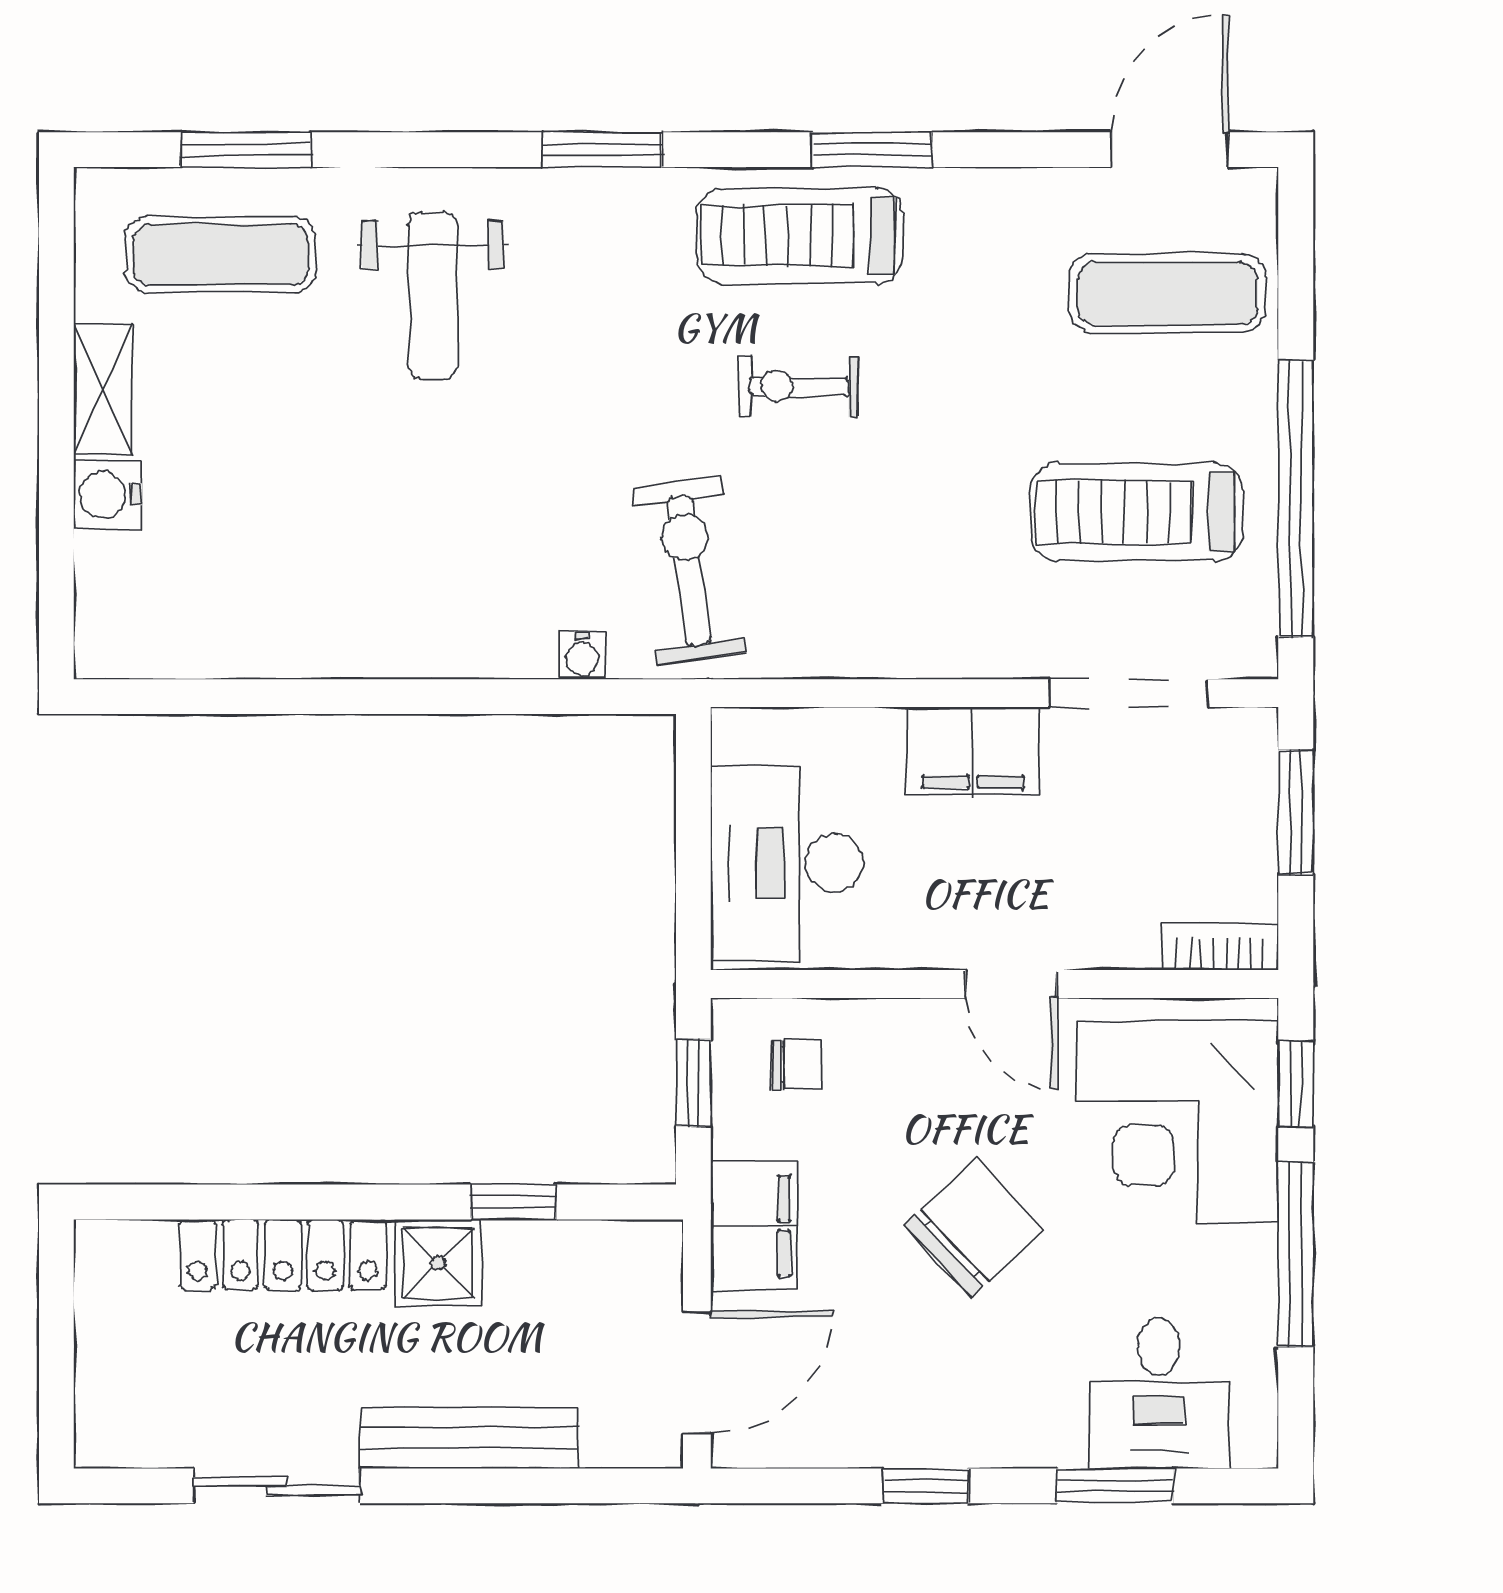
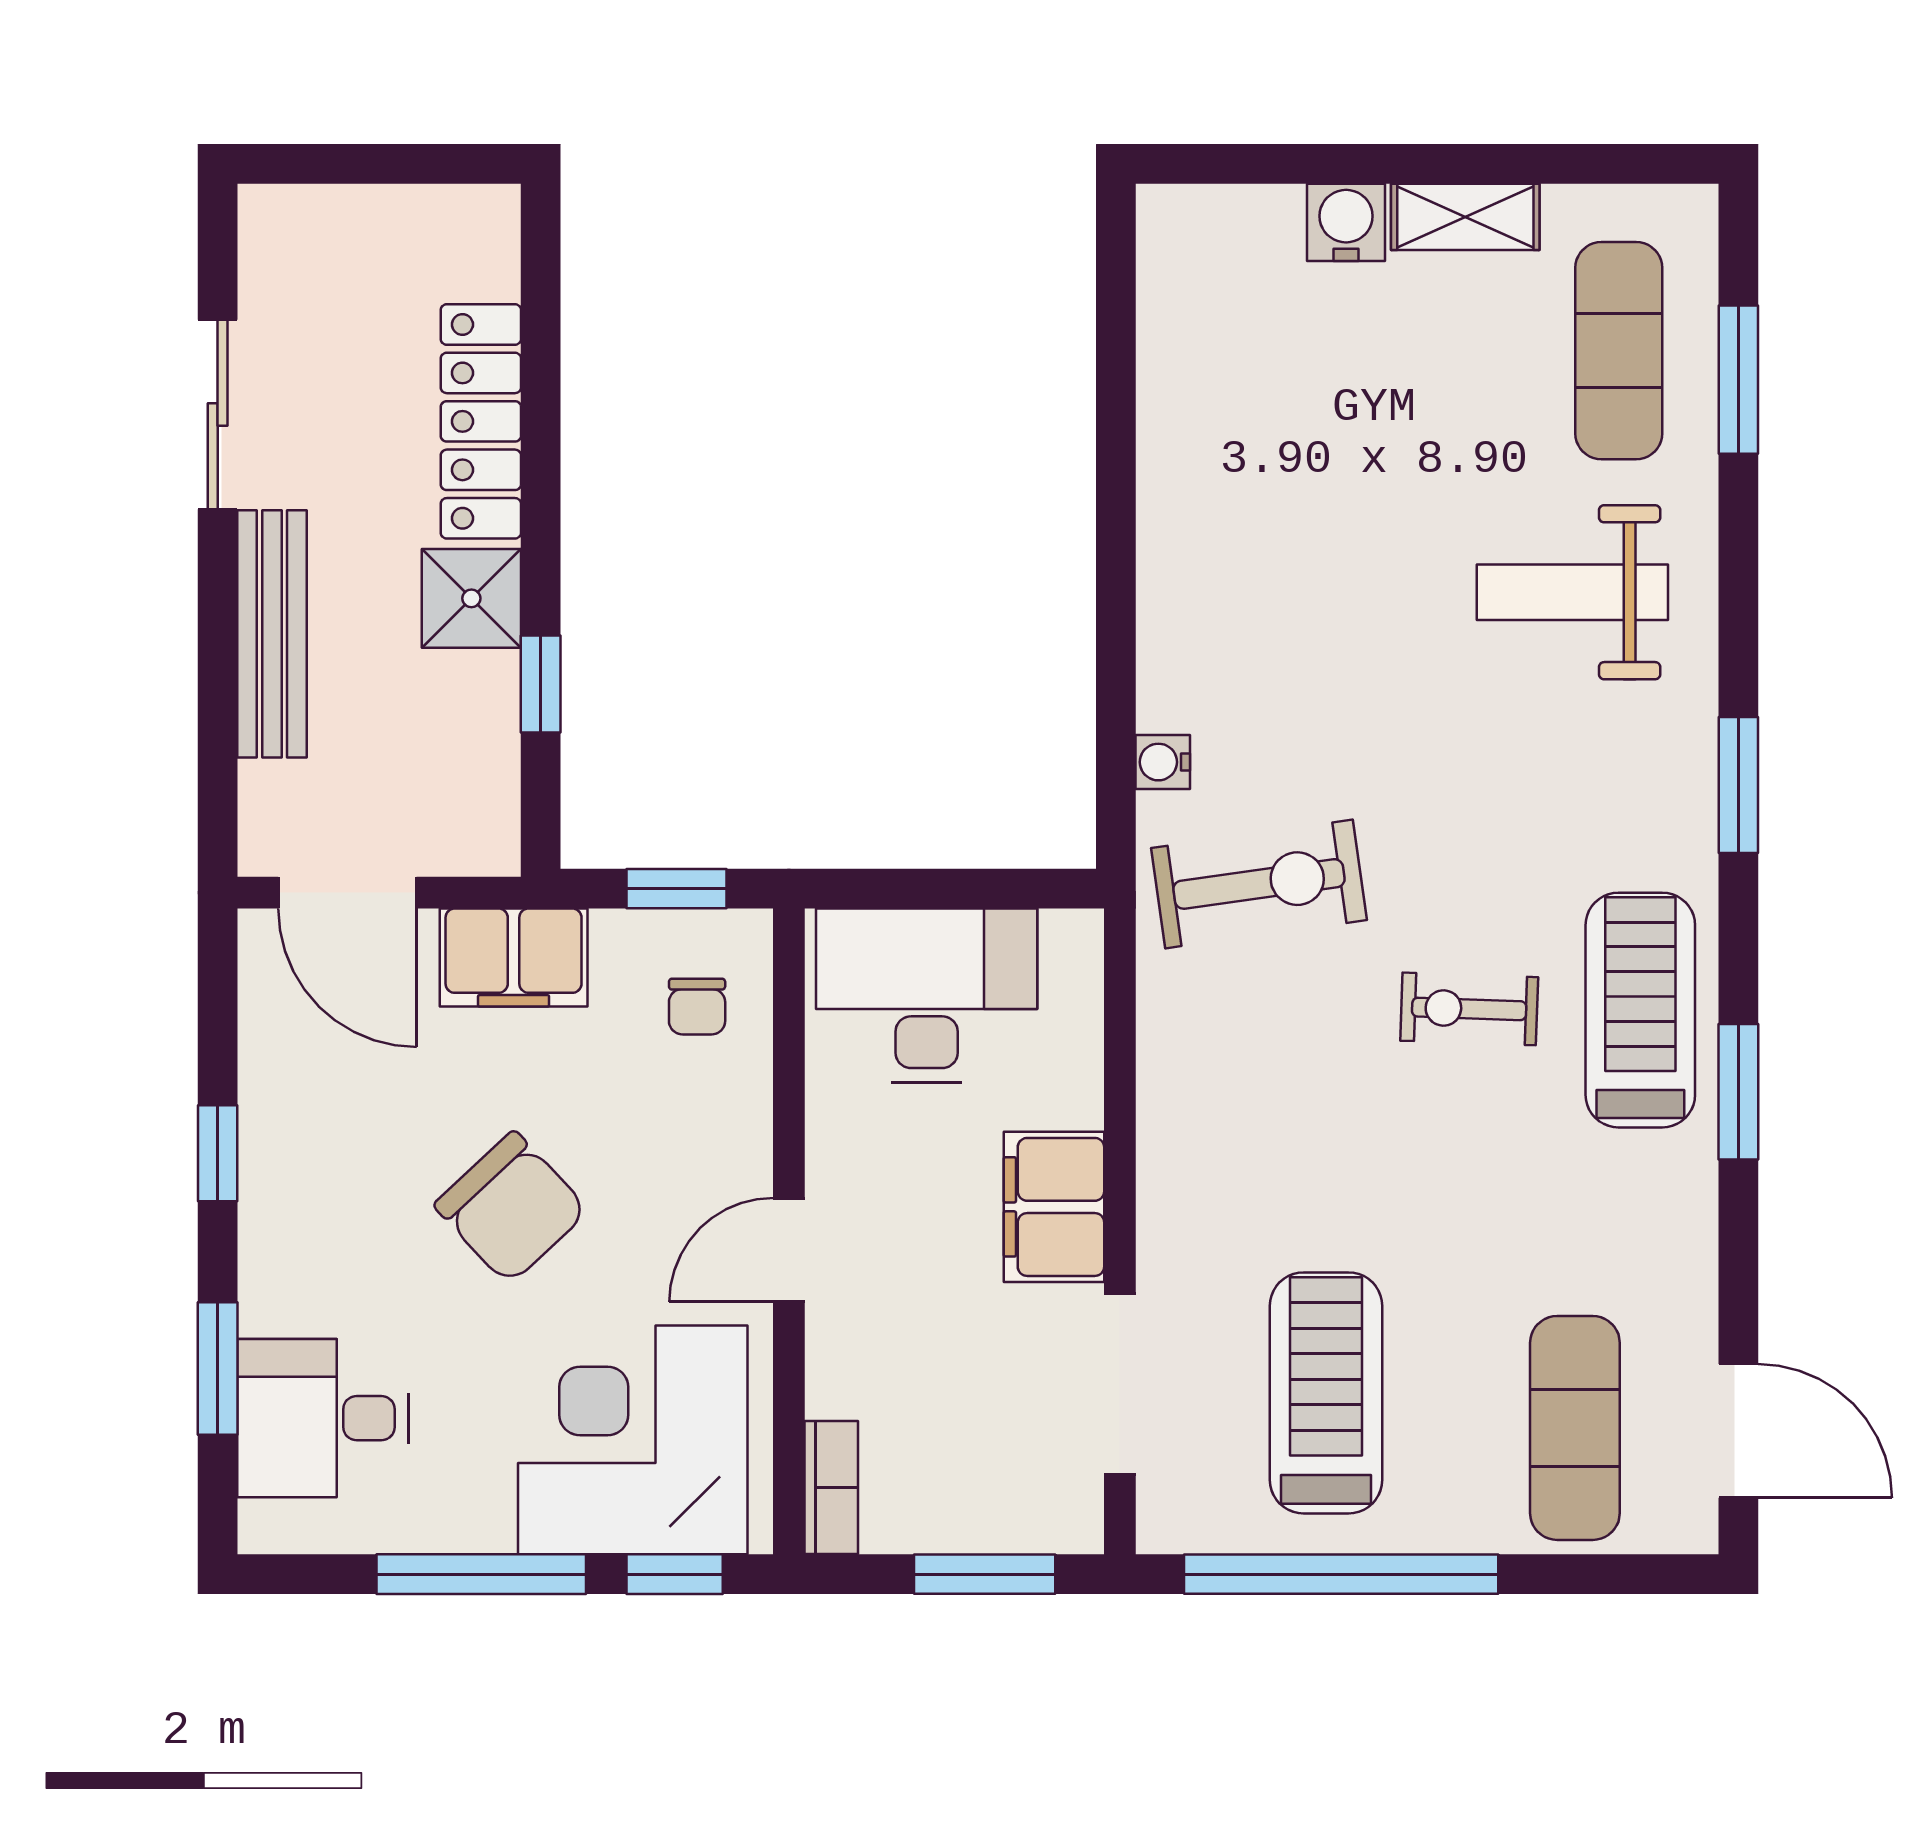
exercise bike: (799, 386) -> (1469, 1009), turned -89

